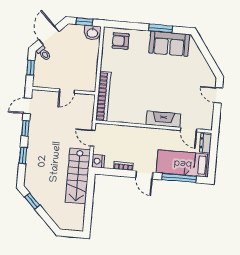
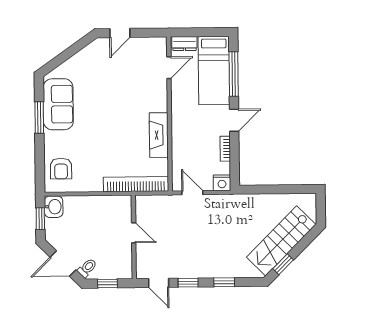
fireplace: (163, 119) -> (159, 135), moved
door: (93, 138) -> (192, 193), swing flipped
stairs: (78, 176) -> (281, 241), moved, turned 135

